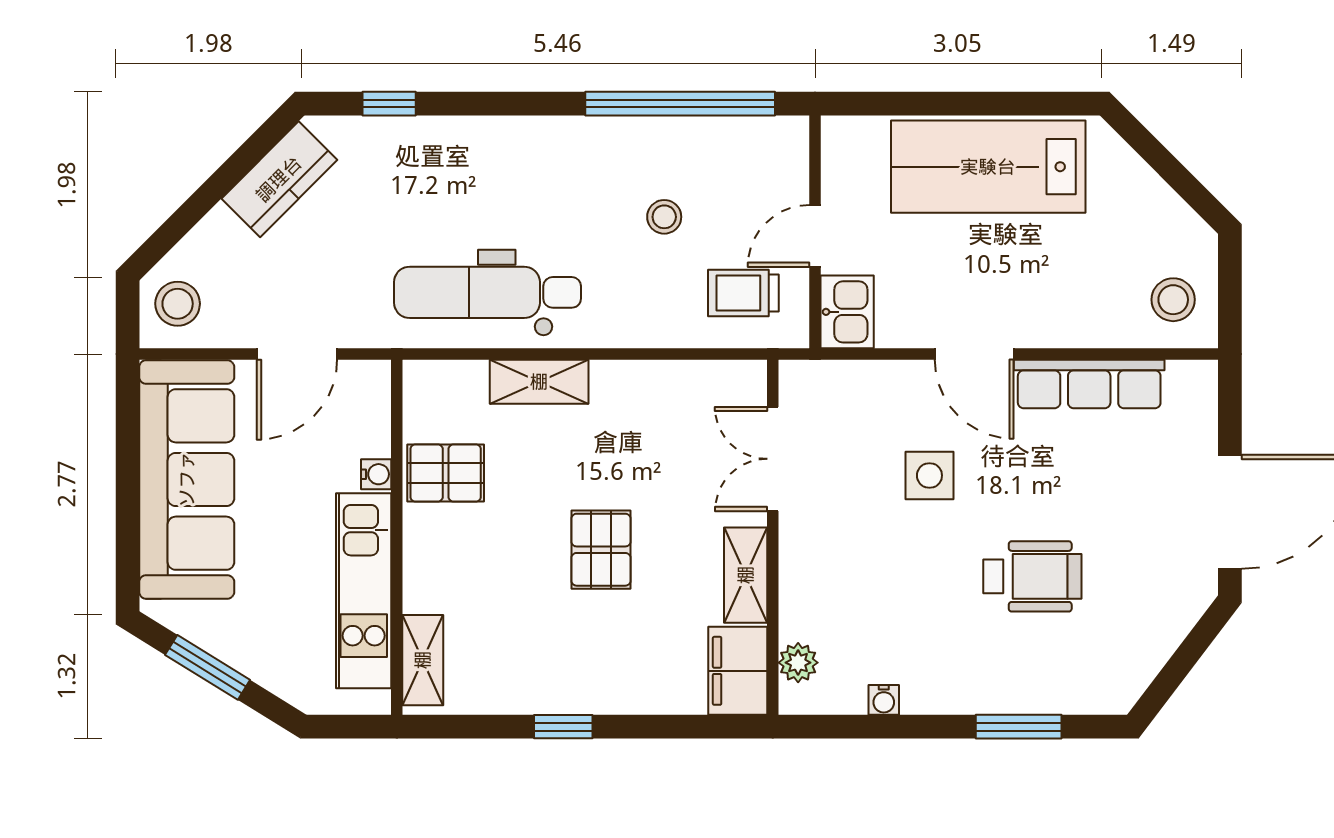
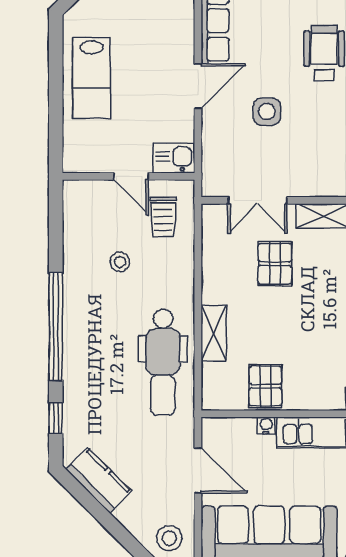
window: (680, 104) -> (56, 327), moved
lab bench: (988, 167) -> (92, 78), width x0.73, depth x0.72
pallet: (601, 550) -> (275, 264), moved, turned 90

